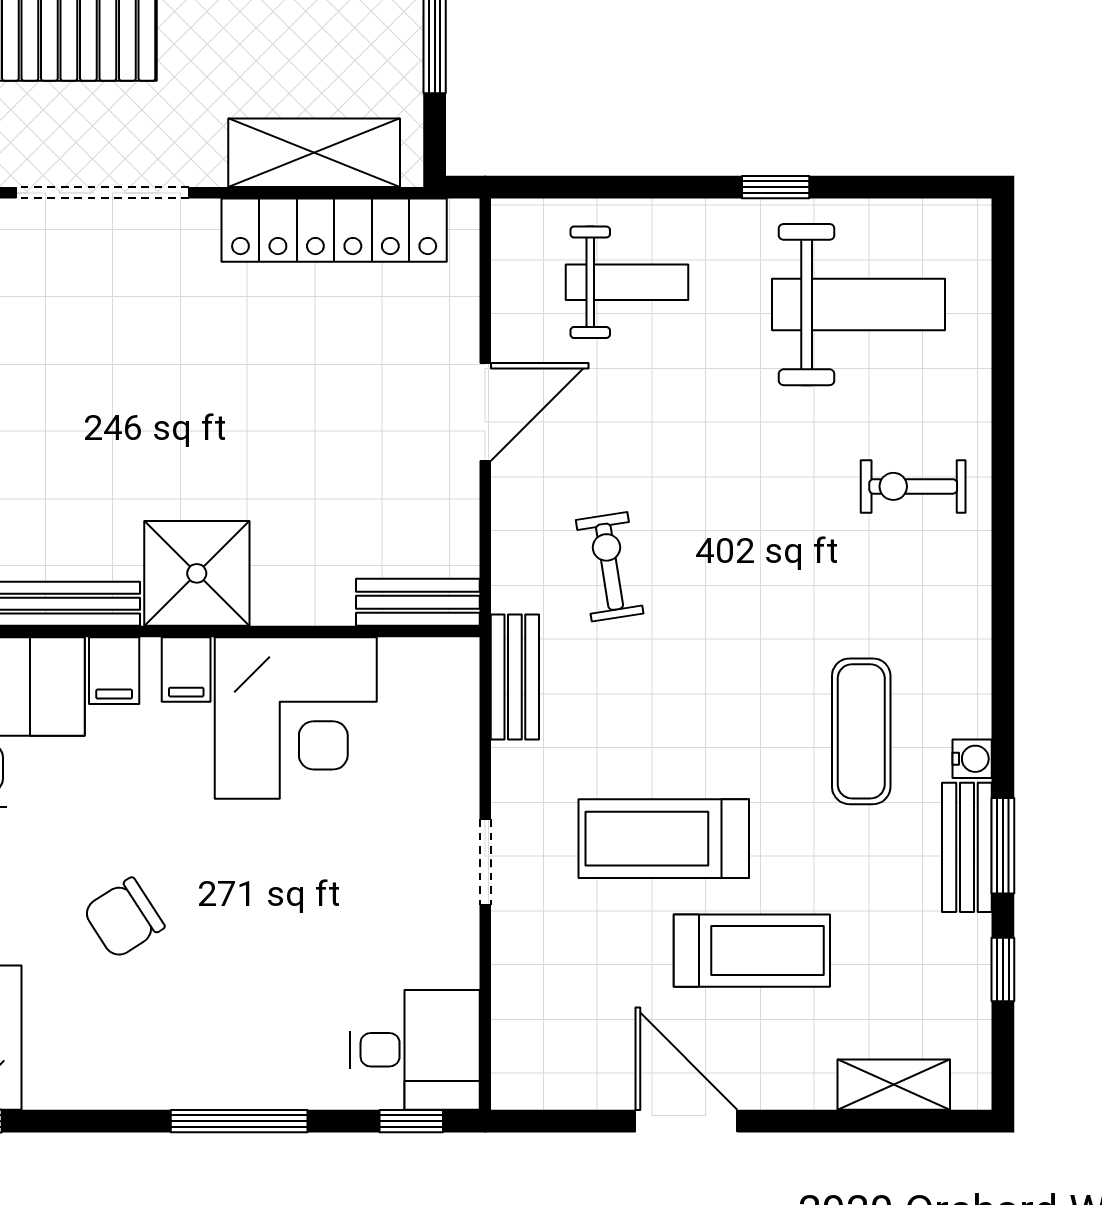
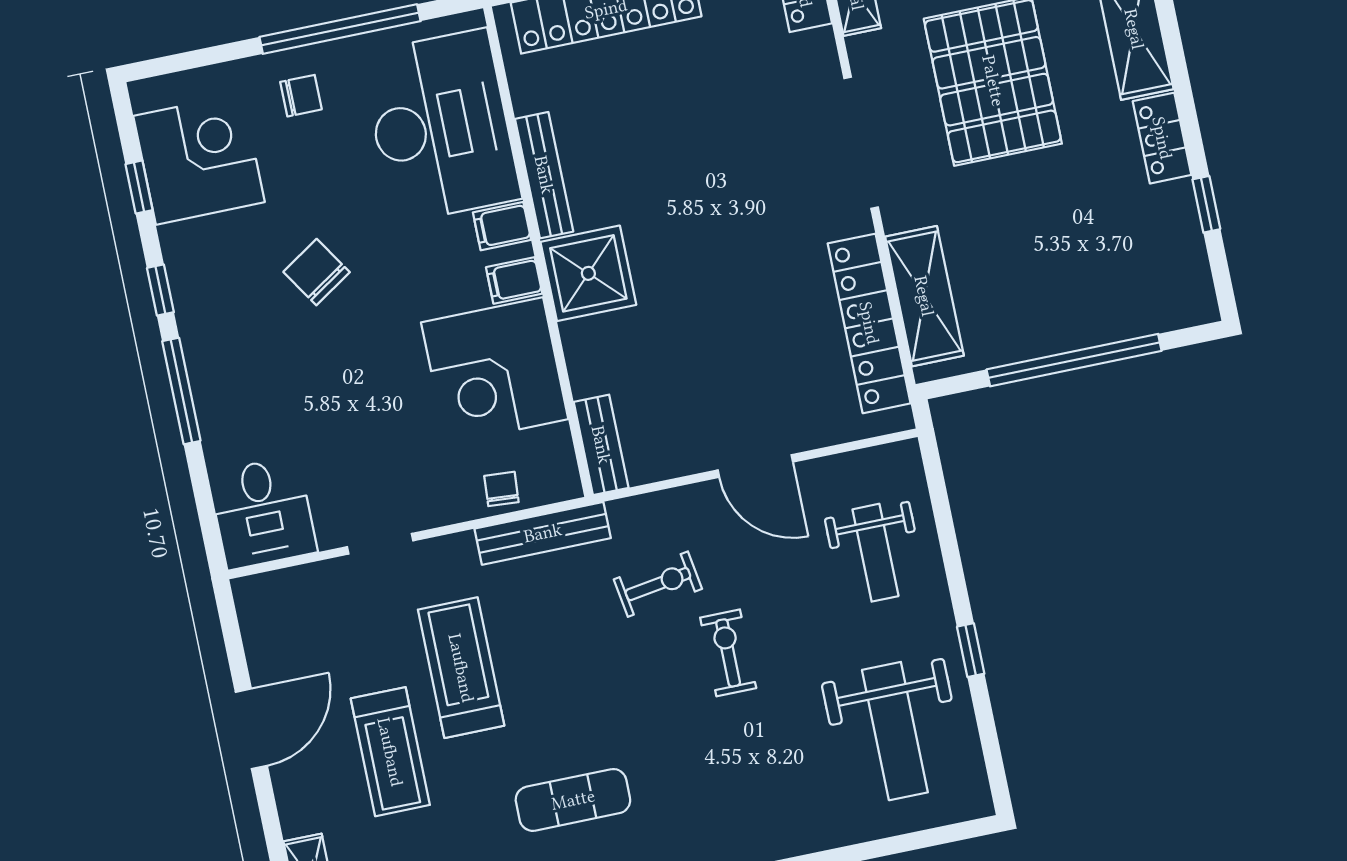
exercise bike: (913, 486) -> (728, 653), moved
bench: (515, 677) -> (543, 533), width x1.36
chair: (448, 740) -> (501, 489), added
doorway: (485, 862) -> (380, 544), moved
window: (411, 1121) -> (160, 290), moved

